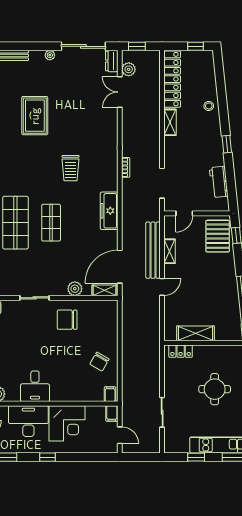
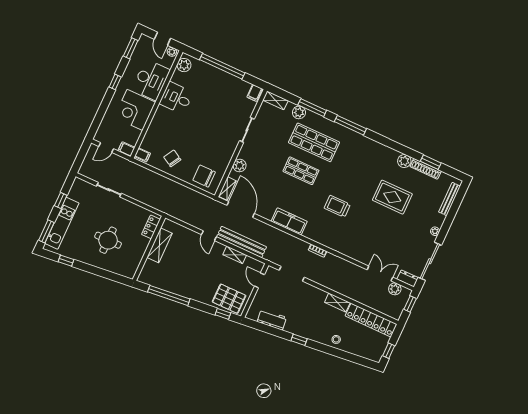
chair: (67, 320) -> (204, 176), moved, turned -90

